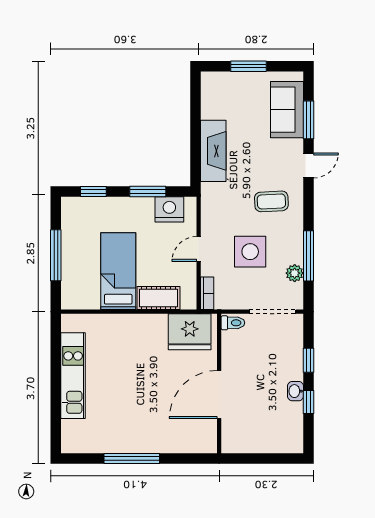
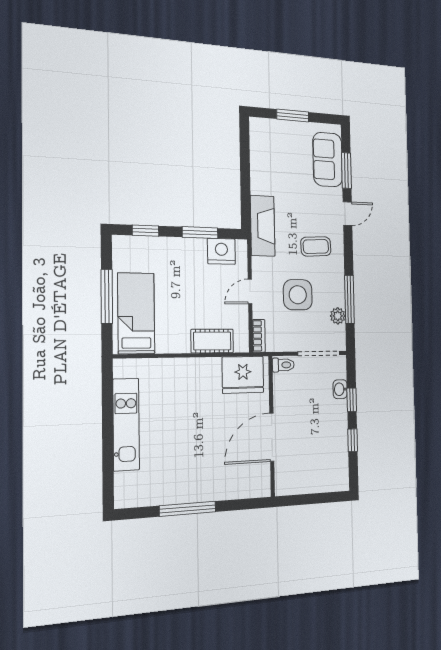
fireplace: (213, 151) -> (263, 226), moved
bed: (118, 271) -> (136, 313), moved
washbasin: (295, 391) -> (340, 389), moved

